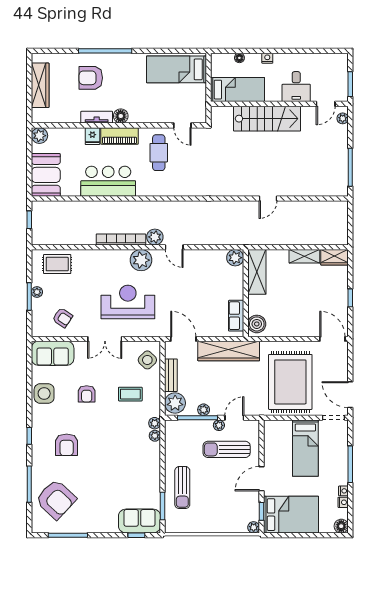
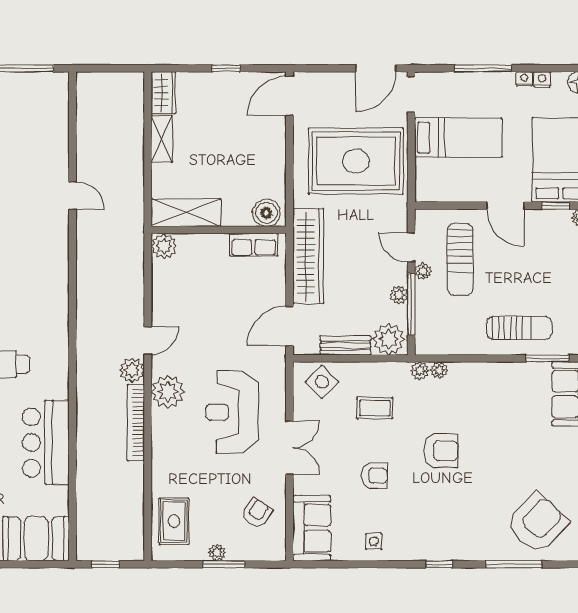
side table: (44, 394) -> (374, 541), width x0.54, depth x0.54
coffee table: (130, 394) -> (375, 408), turned 90
armchair: (67, 445) -> (441, 451), moved

